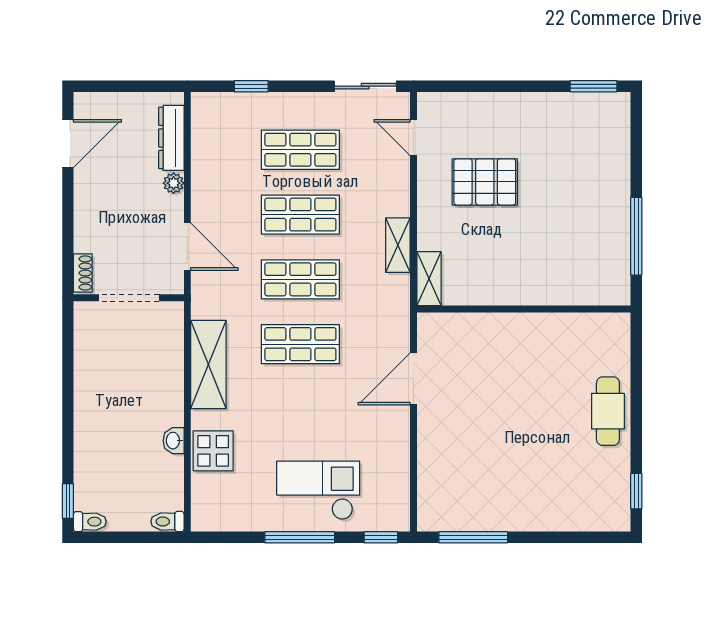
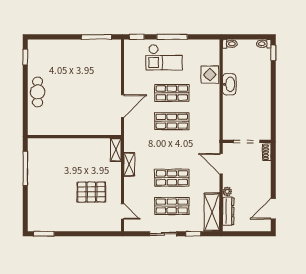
sliding door: (365, 86) -> (163, 234), moved
shop shelf: (300, 279) -> (172, 93), moved
shelving: (208, 365) -> (212, 212), moved
washbasin: (174, 441) -> (229, 84), width x1.91, depth x1.45

